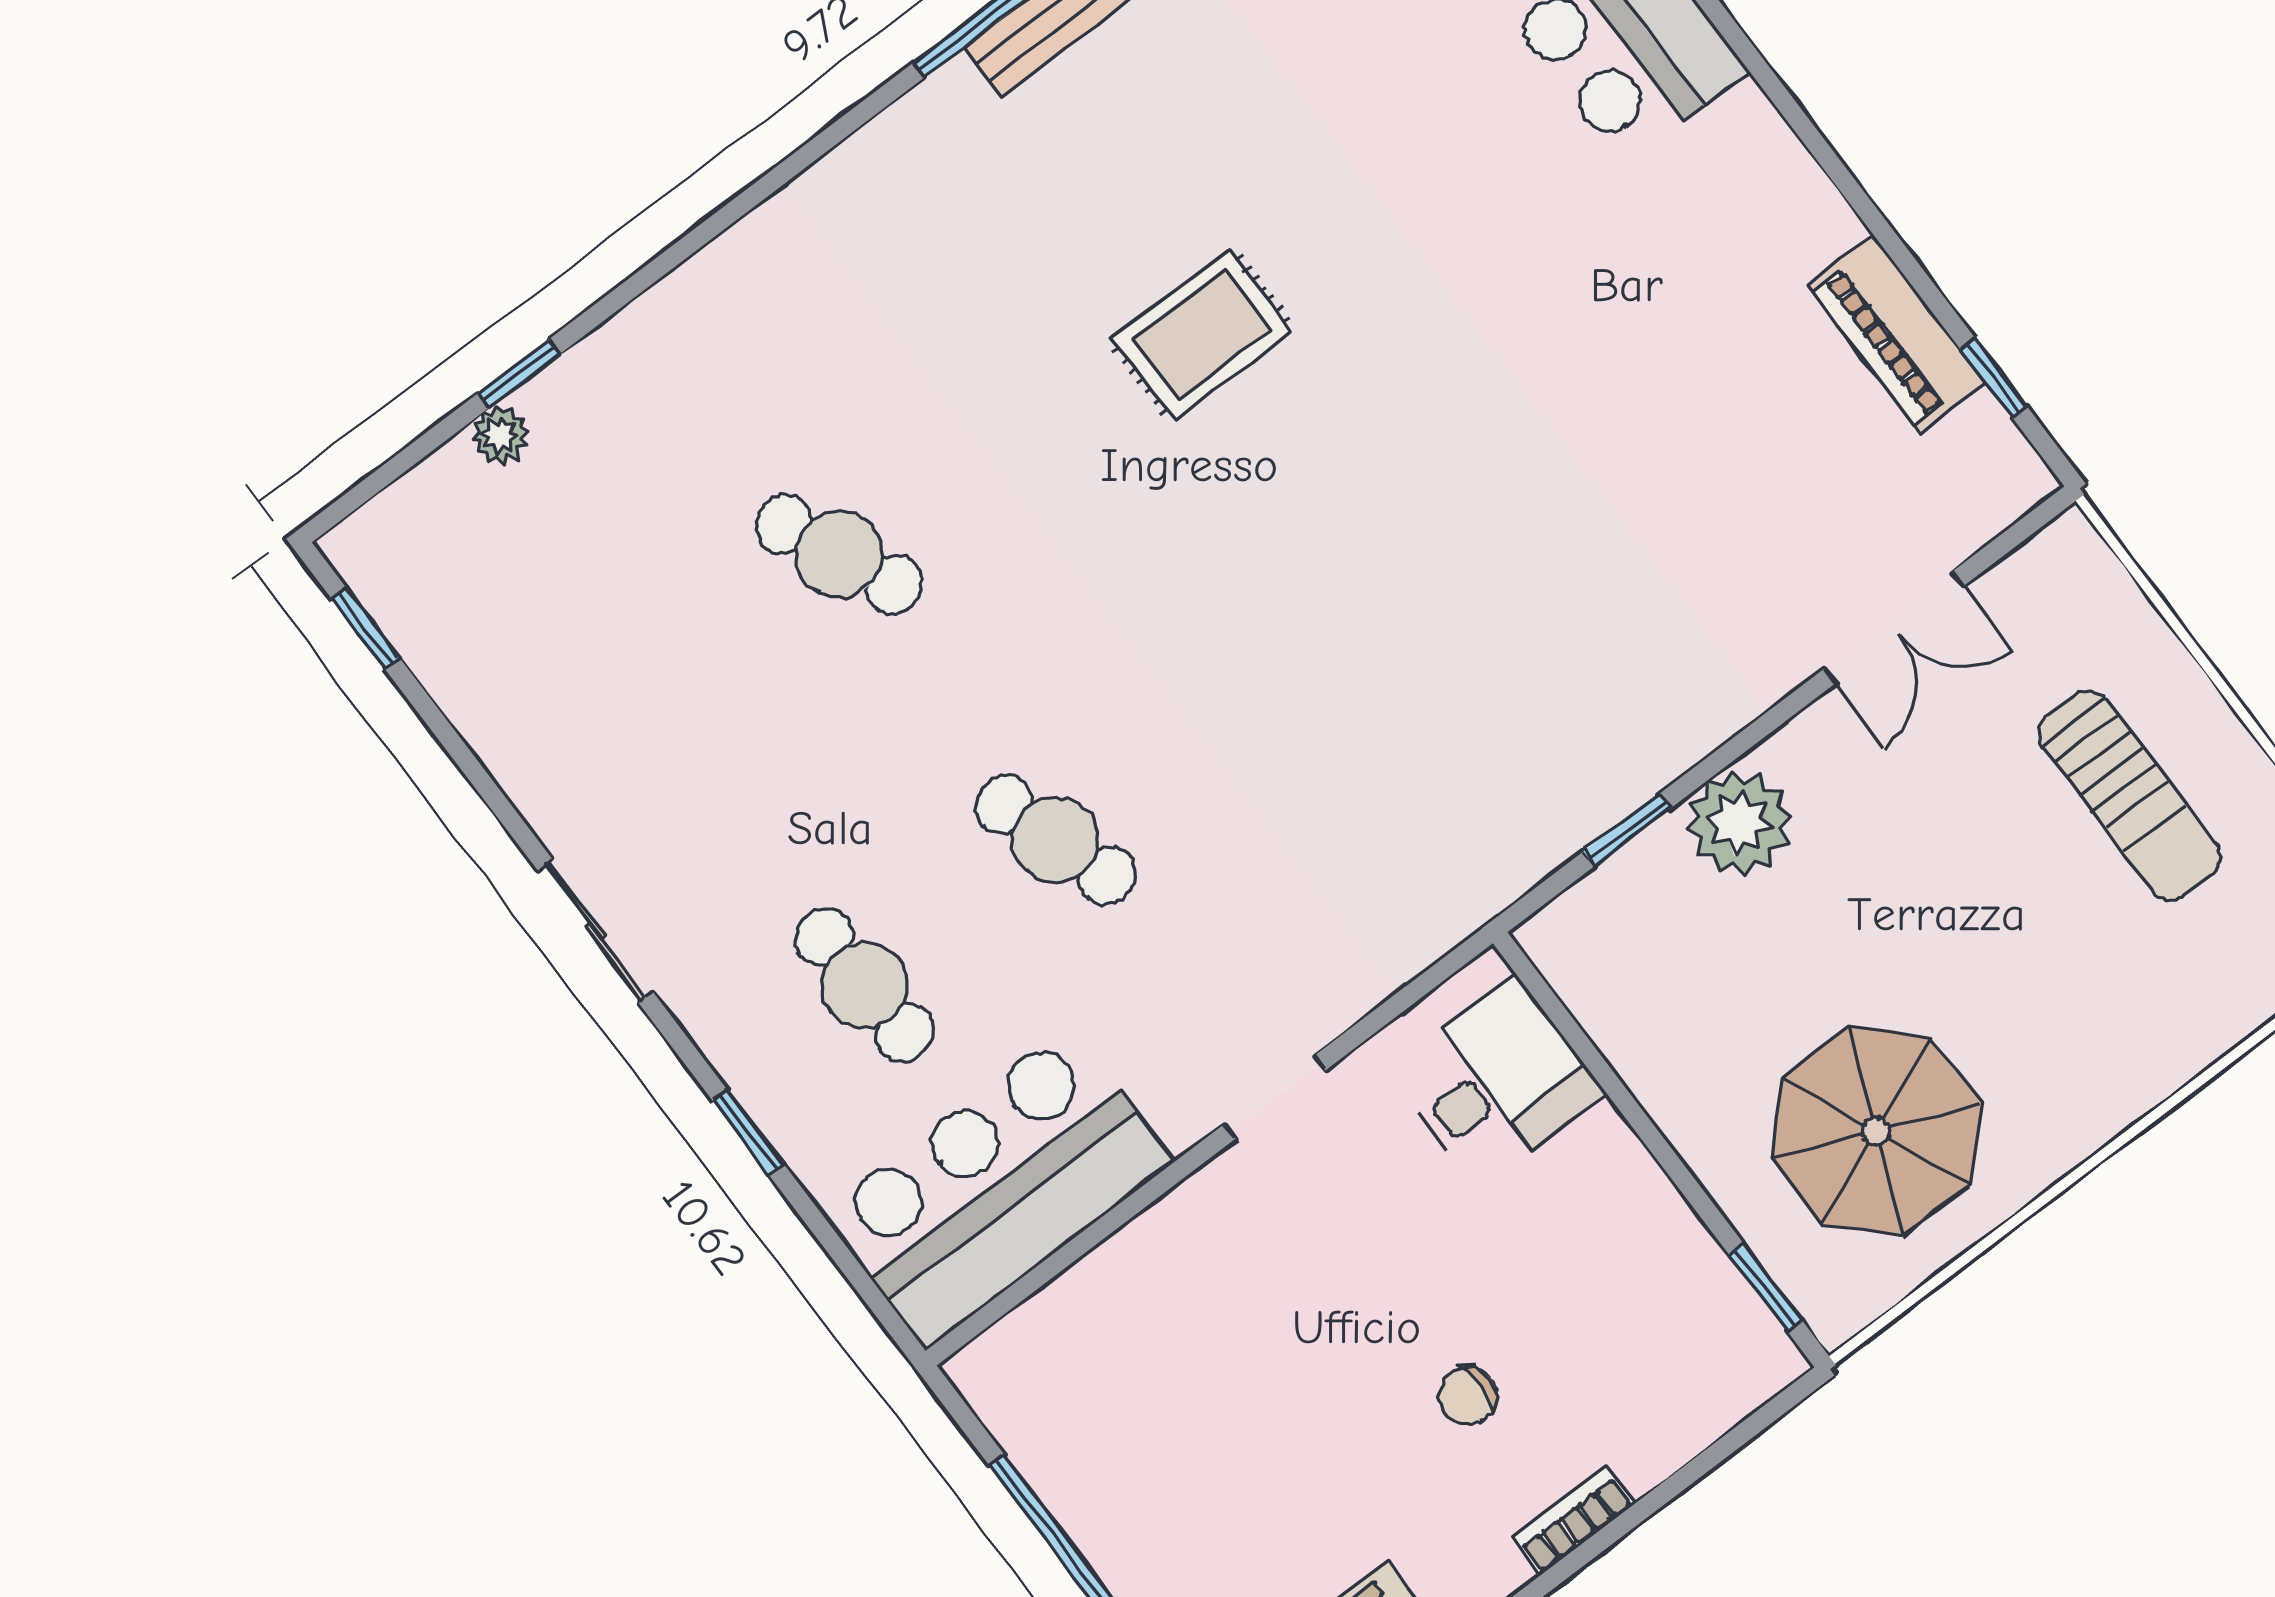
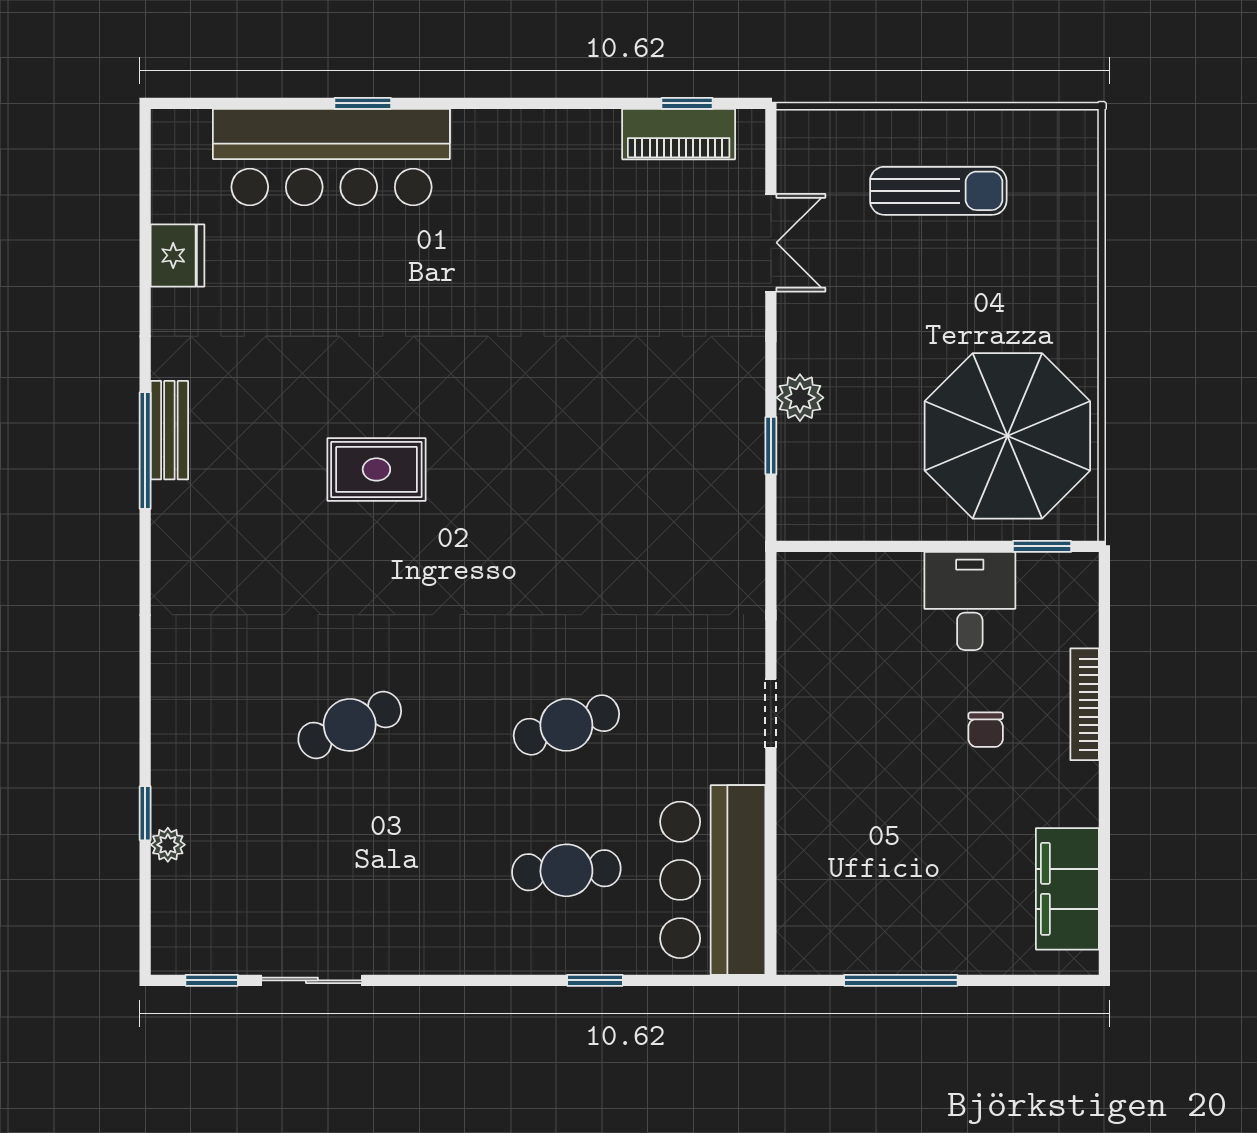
piano: (1897, 334) -> (679, 134), moved
rug: (1202, 335) -> (376, 469), turned 90
plant: (1739, 823) -> (800, 398), width x0.73, depth x0.73
sliding door: (596, 931) -> (312, 980), moved
desk: (1497, 1083) -> (970, 601), moved
parasol: (1876, 1131) -> (1007, 436), width x1.36, depth x1.36
bookcase: (1574, 1521) -> (1085, 704), width x1.56

